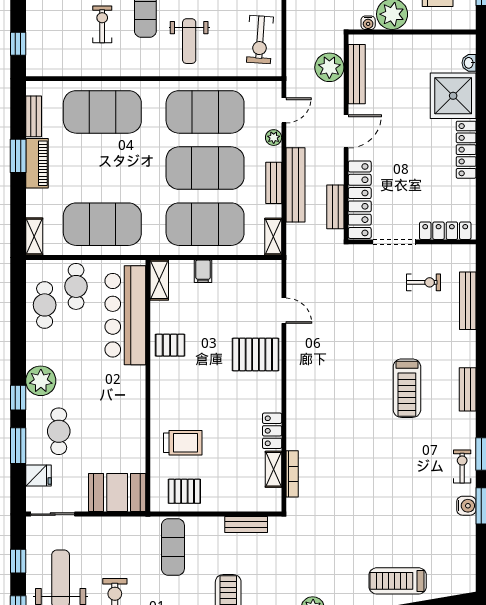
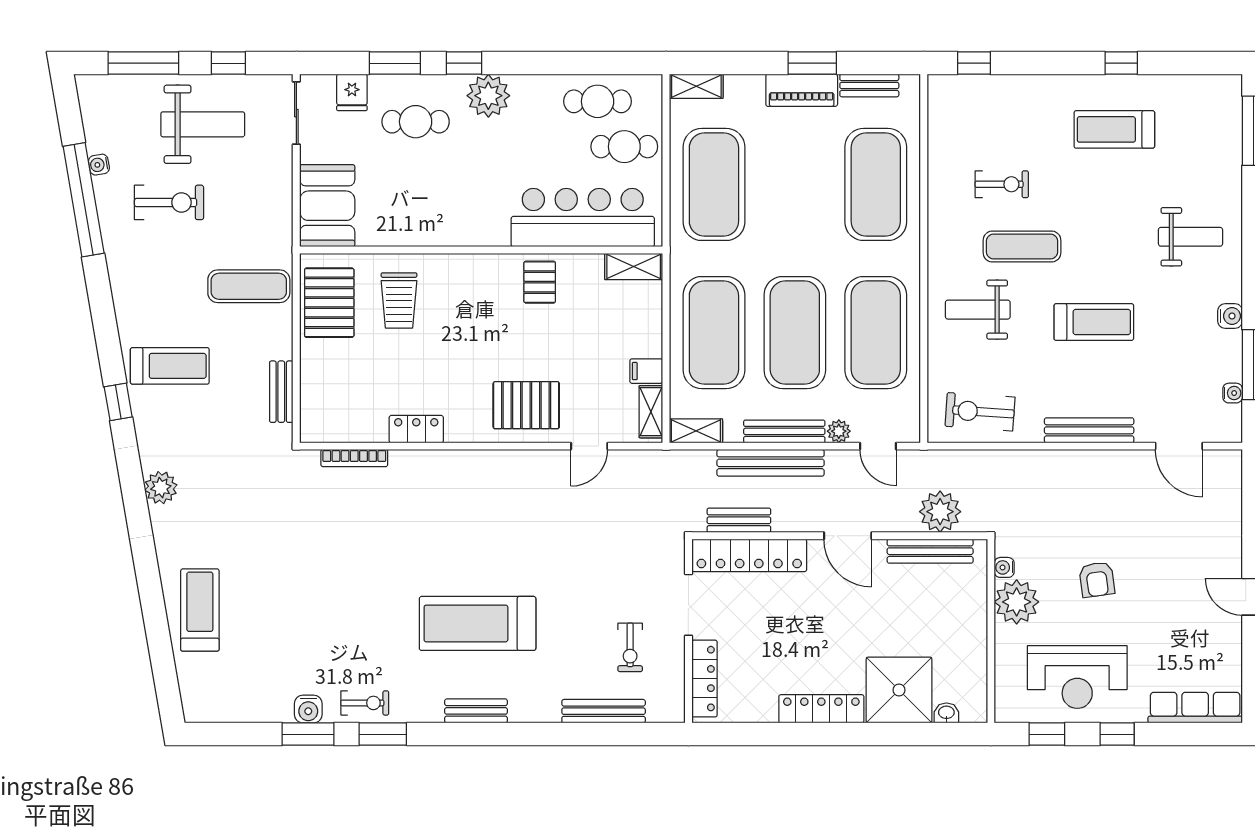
bench: (274, 183) -> (784, 431), width x1.36
filing cabinet: (203, 271) -> (646, 371), moved
pallet: (256, 354) -> (526, 405), turned 90
treadmill: (407, 388) -> (478, 623), width x1.37, depth x1.38
shelving: (273, 469) -> (651, 412), moved, turned 90
pallet: (184, 491) -> (329, 303), width x1.50, depth x1.42

